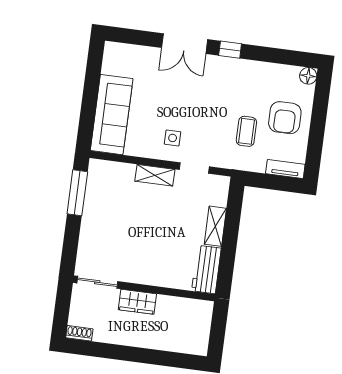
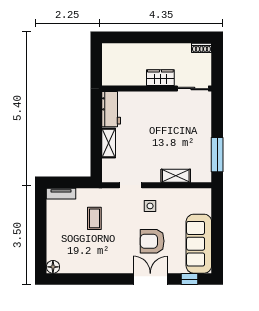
window: (230, 50) -> (190, 279), moved
sofa: (112, 115) -> (199, 244), moved
armchair: (285, 118) -> (152, 241), moved, turned -90
shelving: (155, 175) -> (176, 176), moved

